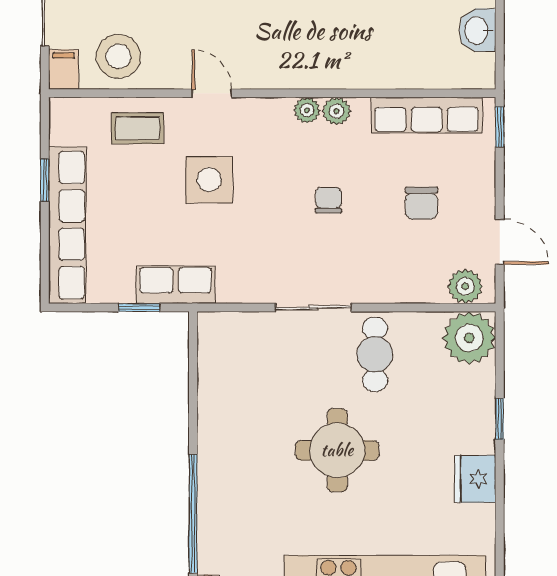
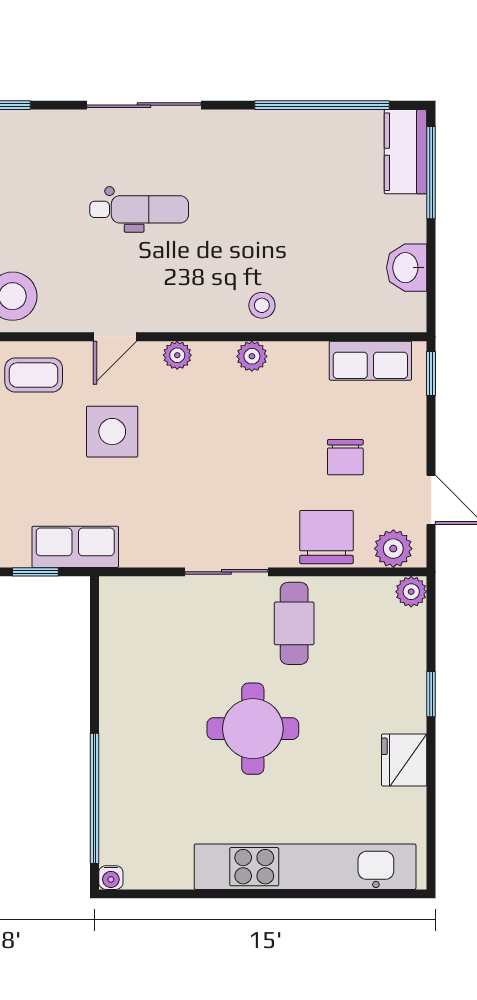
stool: (346, 65) -> (262, 305), added
door: (212, 93) -> (115, 337), swing flipped
plant: (307, 110) -> (177, 355), moved
row of seats: (427, 115) -> (370, 361), width x0.68
chair: (329, 200) -> (326, 537), moved, width x1.87, depth x1.87
plant: (469, 338) -> (411, 592), width x0.53, depth x0.53

